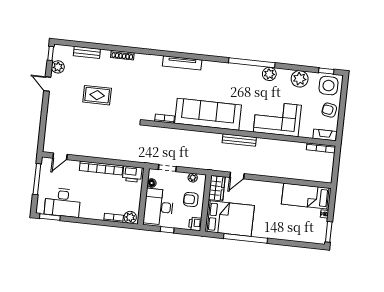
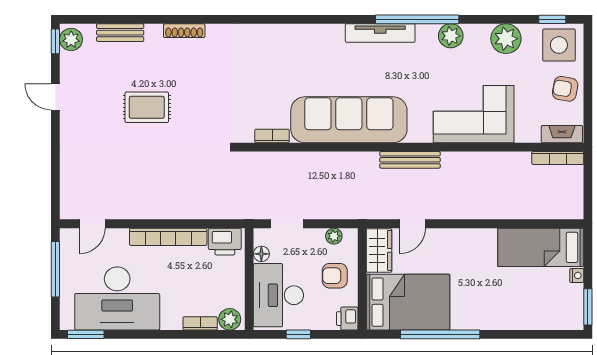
tv unit: (182, 63) -> (380, 33), moved
plant: (58, 67) -> (71, 39), moved
desk: (63, 202) -> (117, 299), width x1.36, depth x1.30

